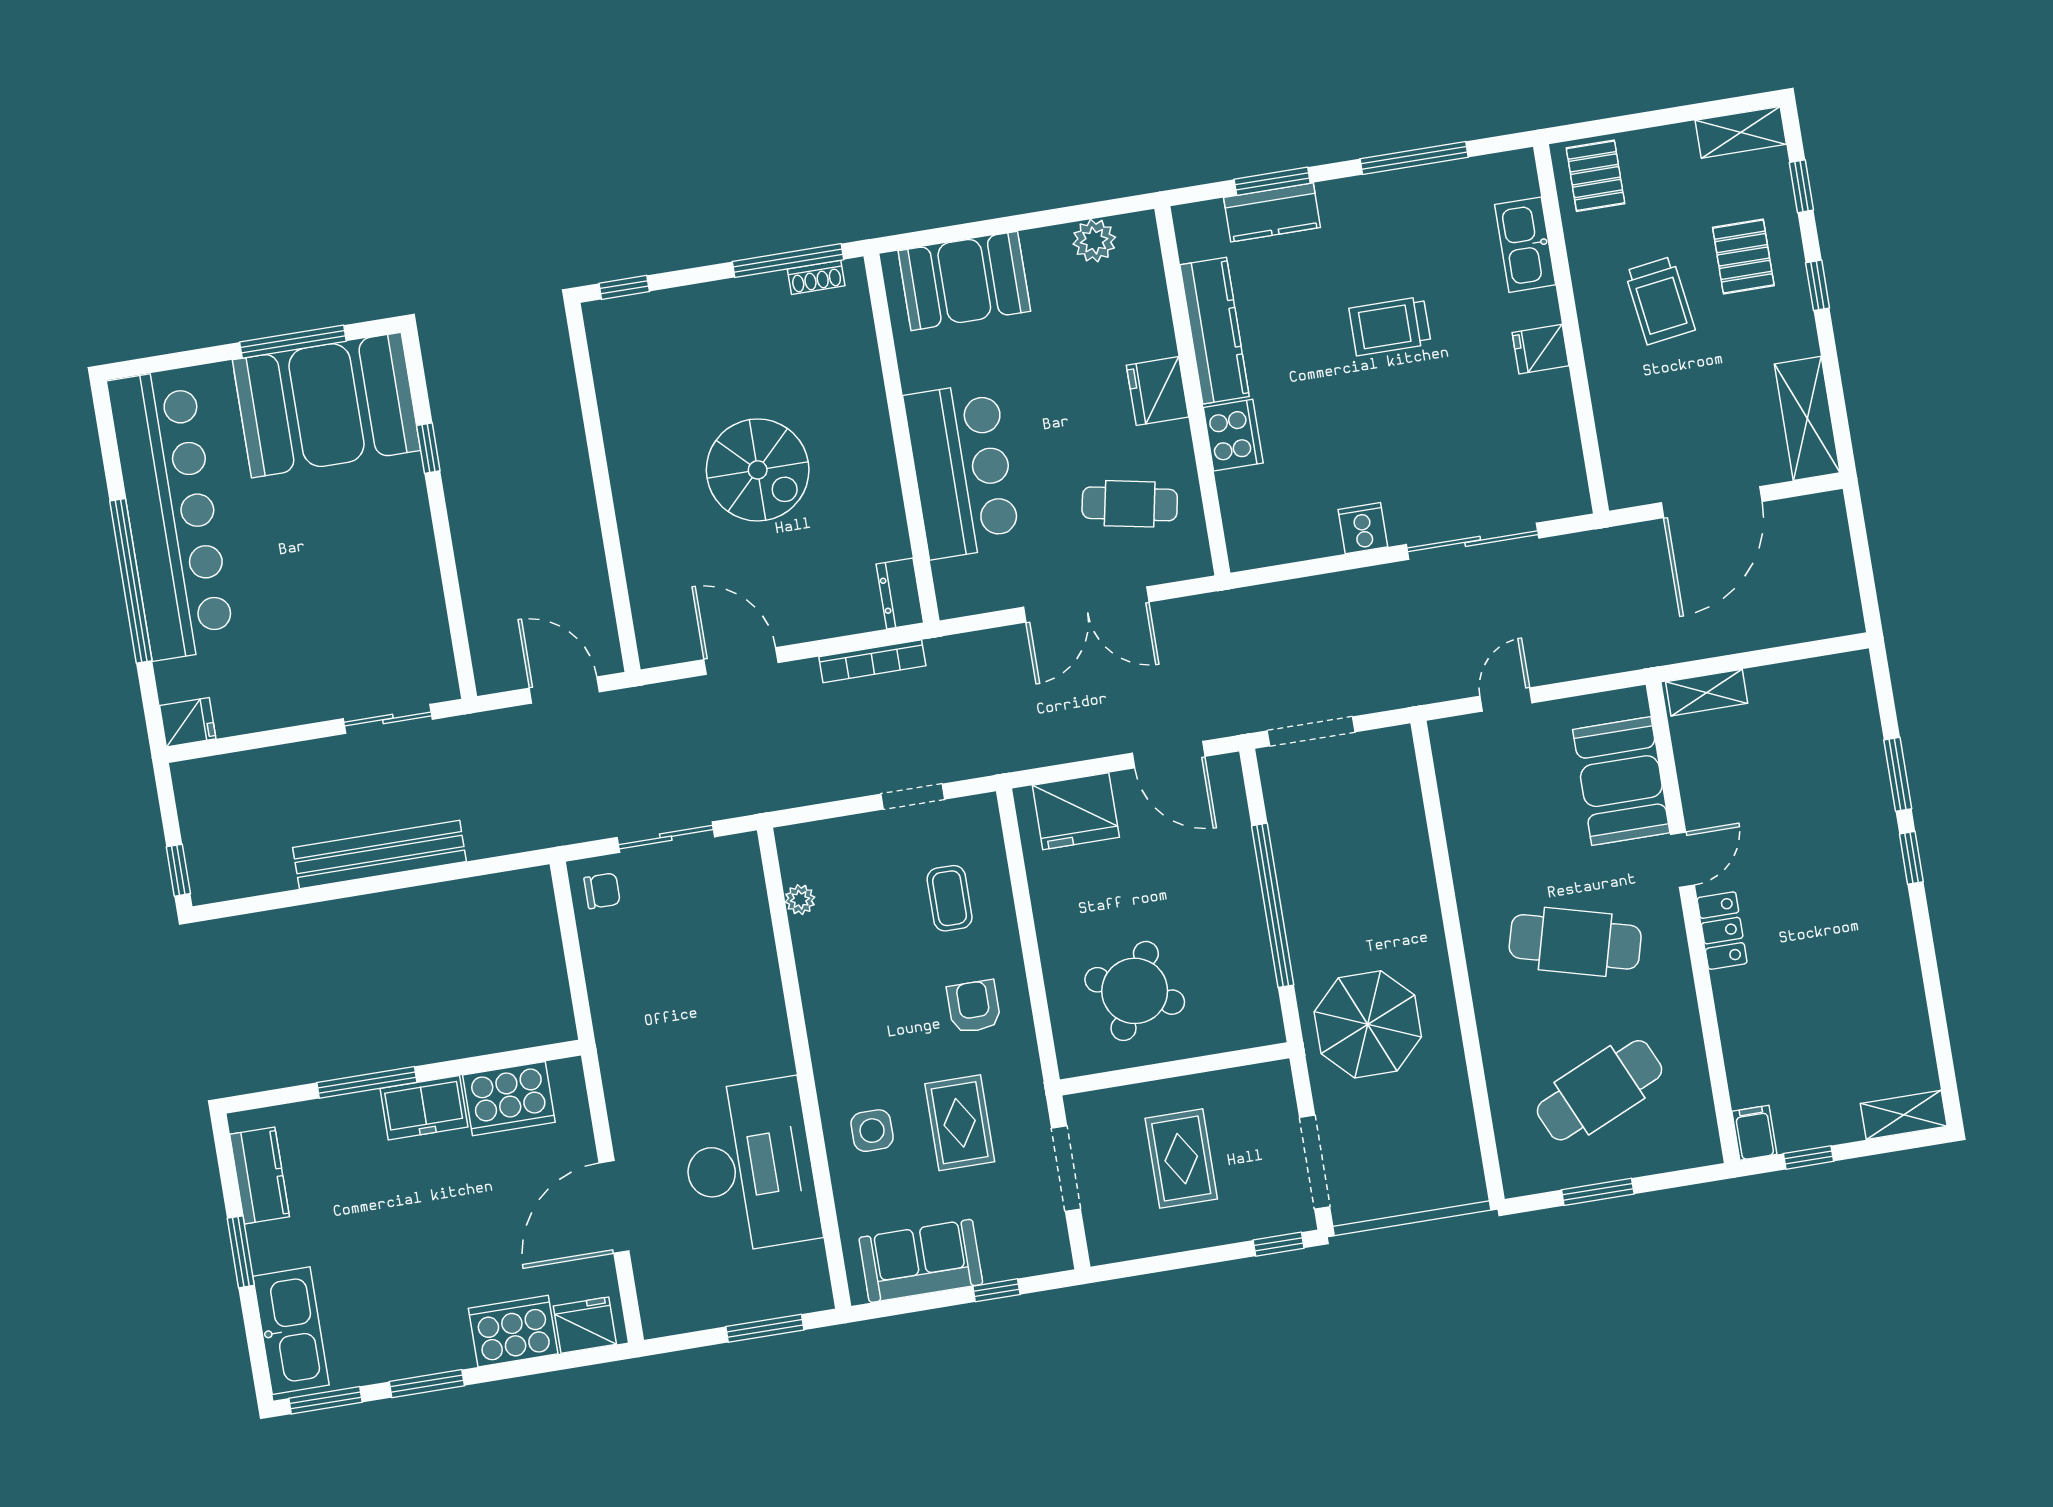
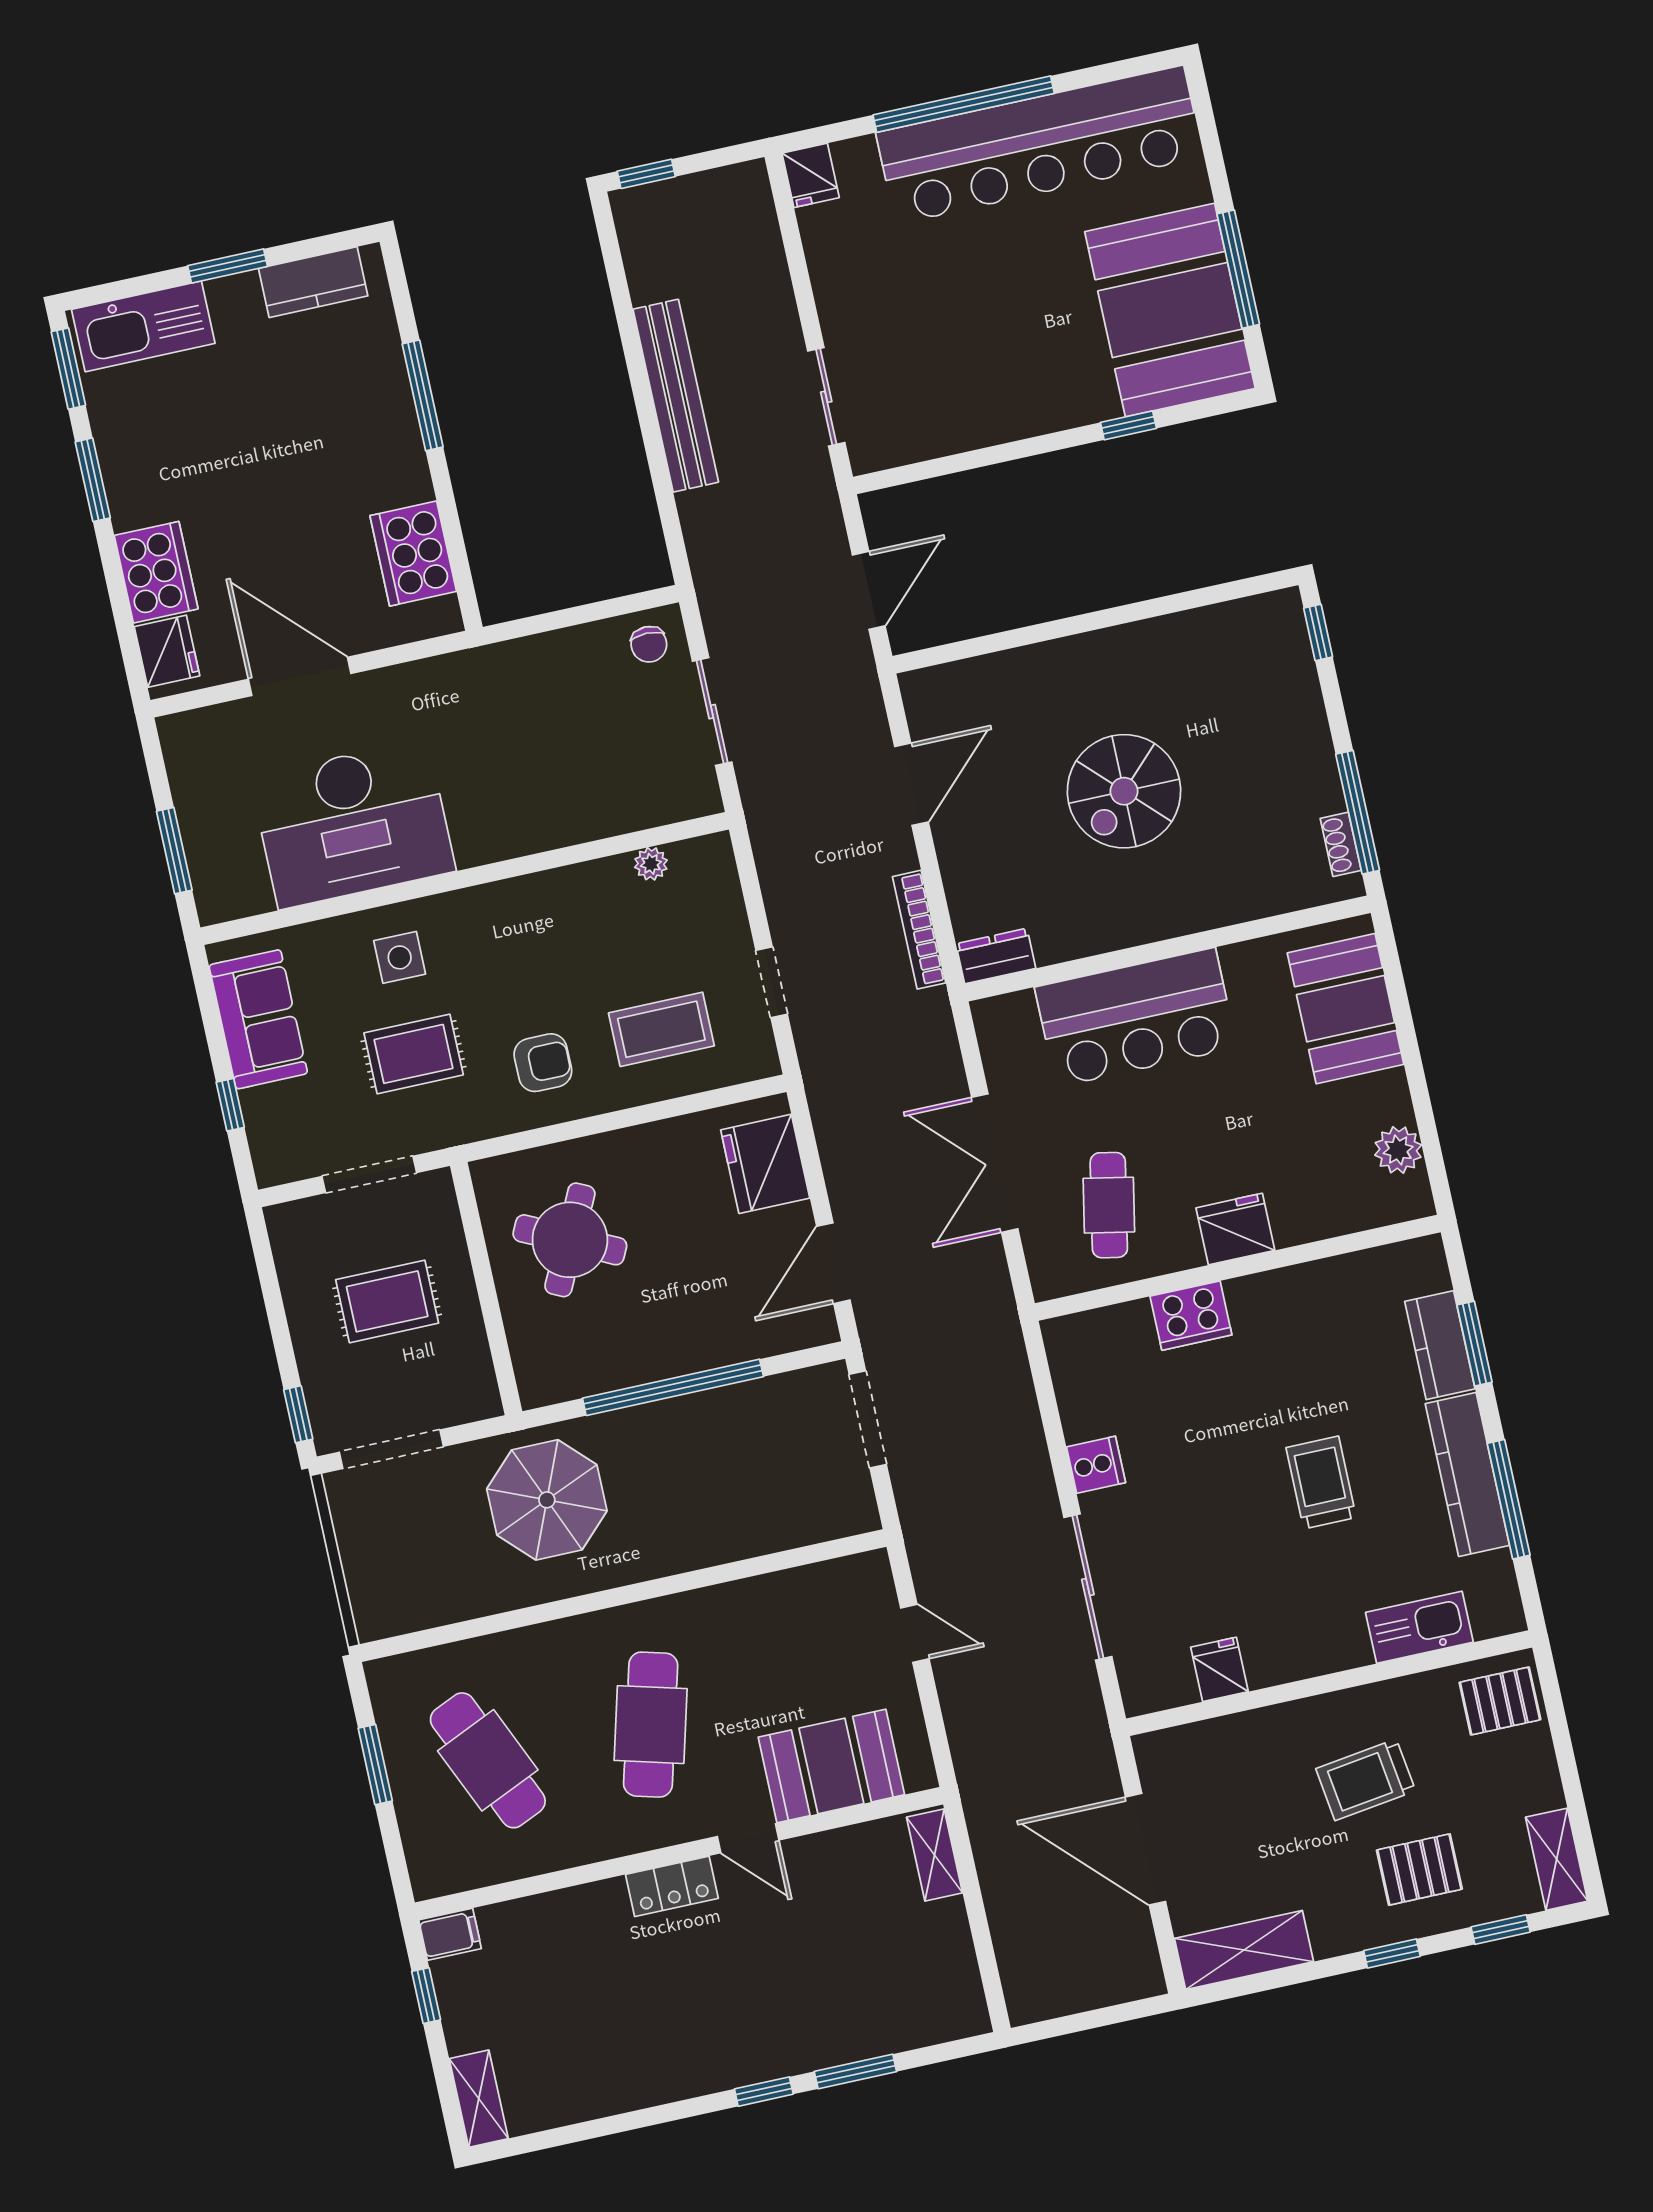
kitchen counter: (1215, 331) -> (1467, 1474), moved, turned 90
fridge: (1541, 349) -> (1219, 1669), moved
coffee table: (950, 898) -> (661, 1029), width x1.36, depth x1.30
freezer: (424, 1108) -> (398, 460), removed

